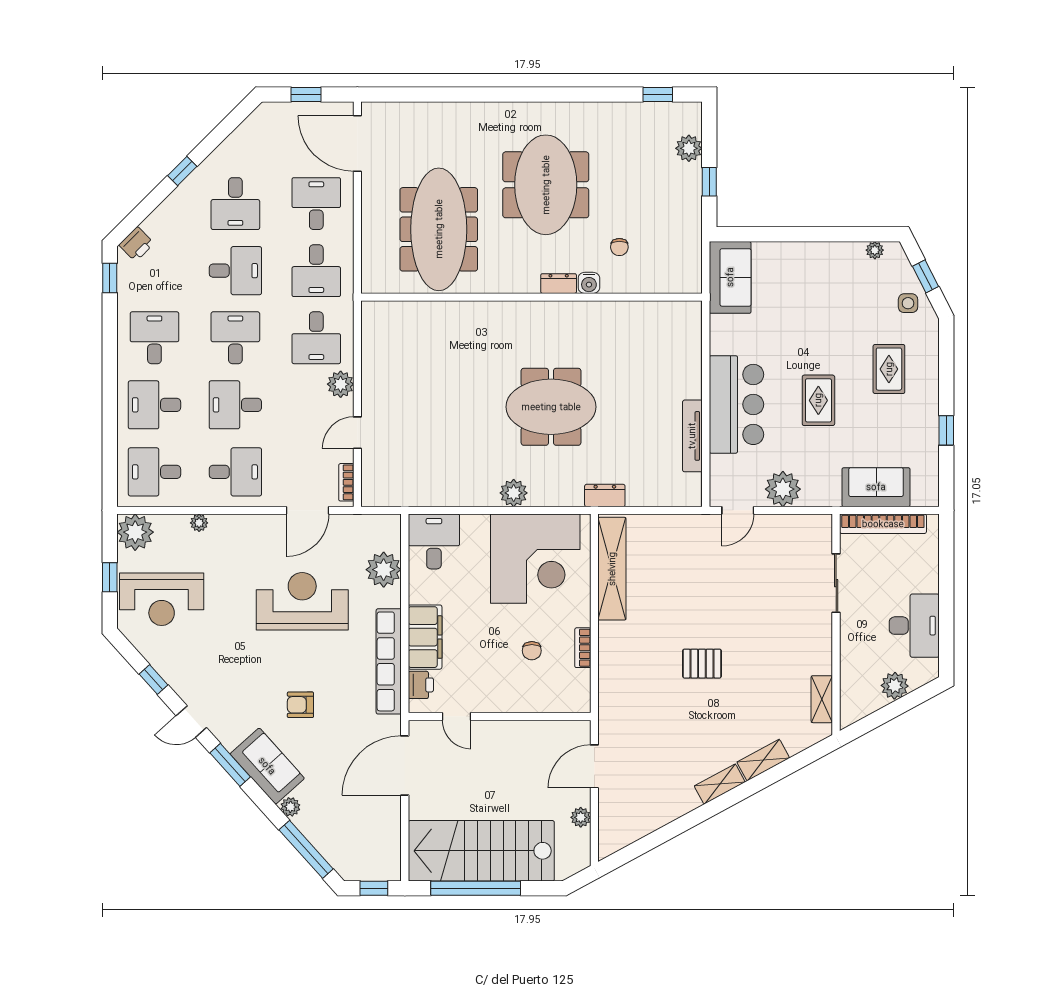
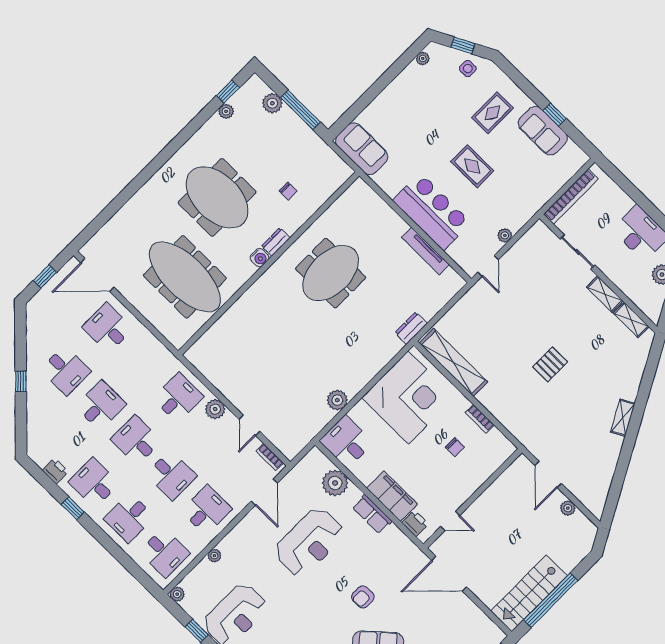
plant: (637, 112) -> (226, 111), added
window: (709, 182) -> (301, 110), width x2.17
printer: (136, 244) -> (55, 471), moved, turned -45
desk: (316, 271) -> (143, 363), removed
window: (110, 278) -> (73, 508), moved
water cooler: (589, 283) -> (260, 258), moved
desk: (316, 338) -> (178, 398), turned -90
rug: (889, 369) -> (493, 113), turned 90
desk: (235, 405) -> (171, 475), turned -90
meeting table: (551, 407) -> (331, 273), moved
desk: (154, 472) -> (164, 553), turned -90
sofa: (876, 487) -> (543, 131), moved, turned -90
plant: (783, 489) -> (505, 235), width x0.53, depth x0.53
plant: (514, 493) -> (337, 400), moved
plant: (135, 532) -> (177, 594), width x0.53, depth x0.53
reception desk: (302, 601) -> (309, 542), turned 180
row of seats: (389, 661) -> (372, 514), width x0.50
shelving: (763, 760) -> (605, 294), moved, turned -62
door: (405, 766) -> (449, 574), hinge flipped
stairs: (481, 851) -> (529, 593), width x0.73, depth x0.66

